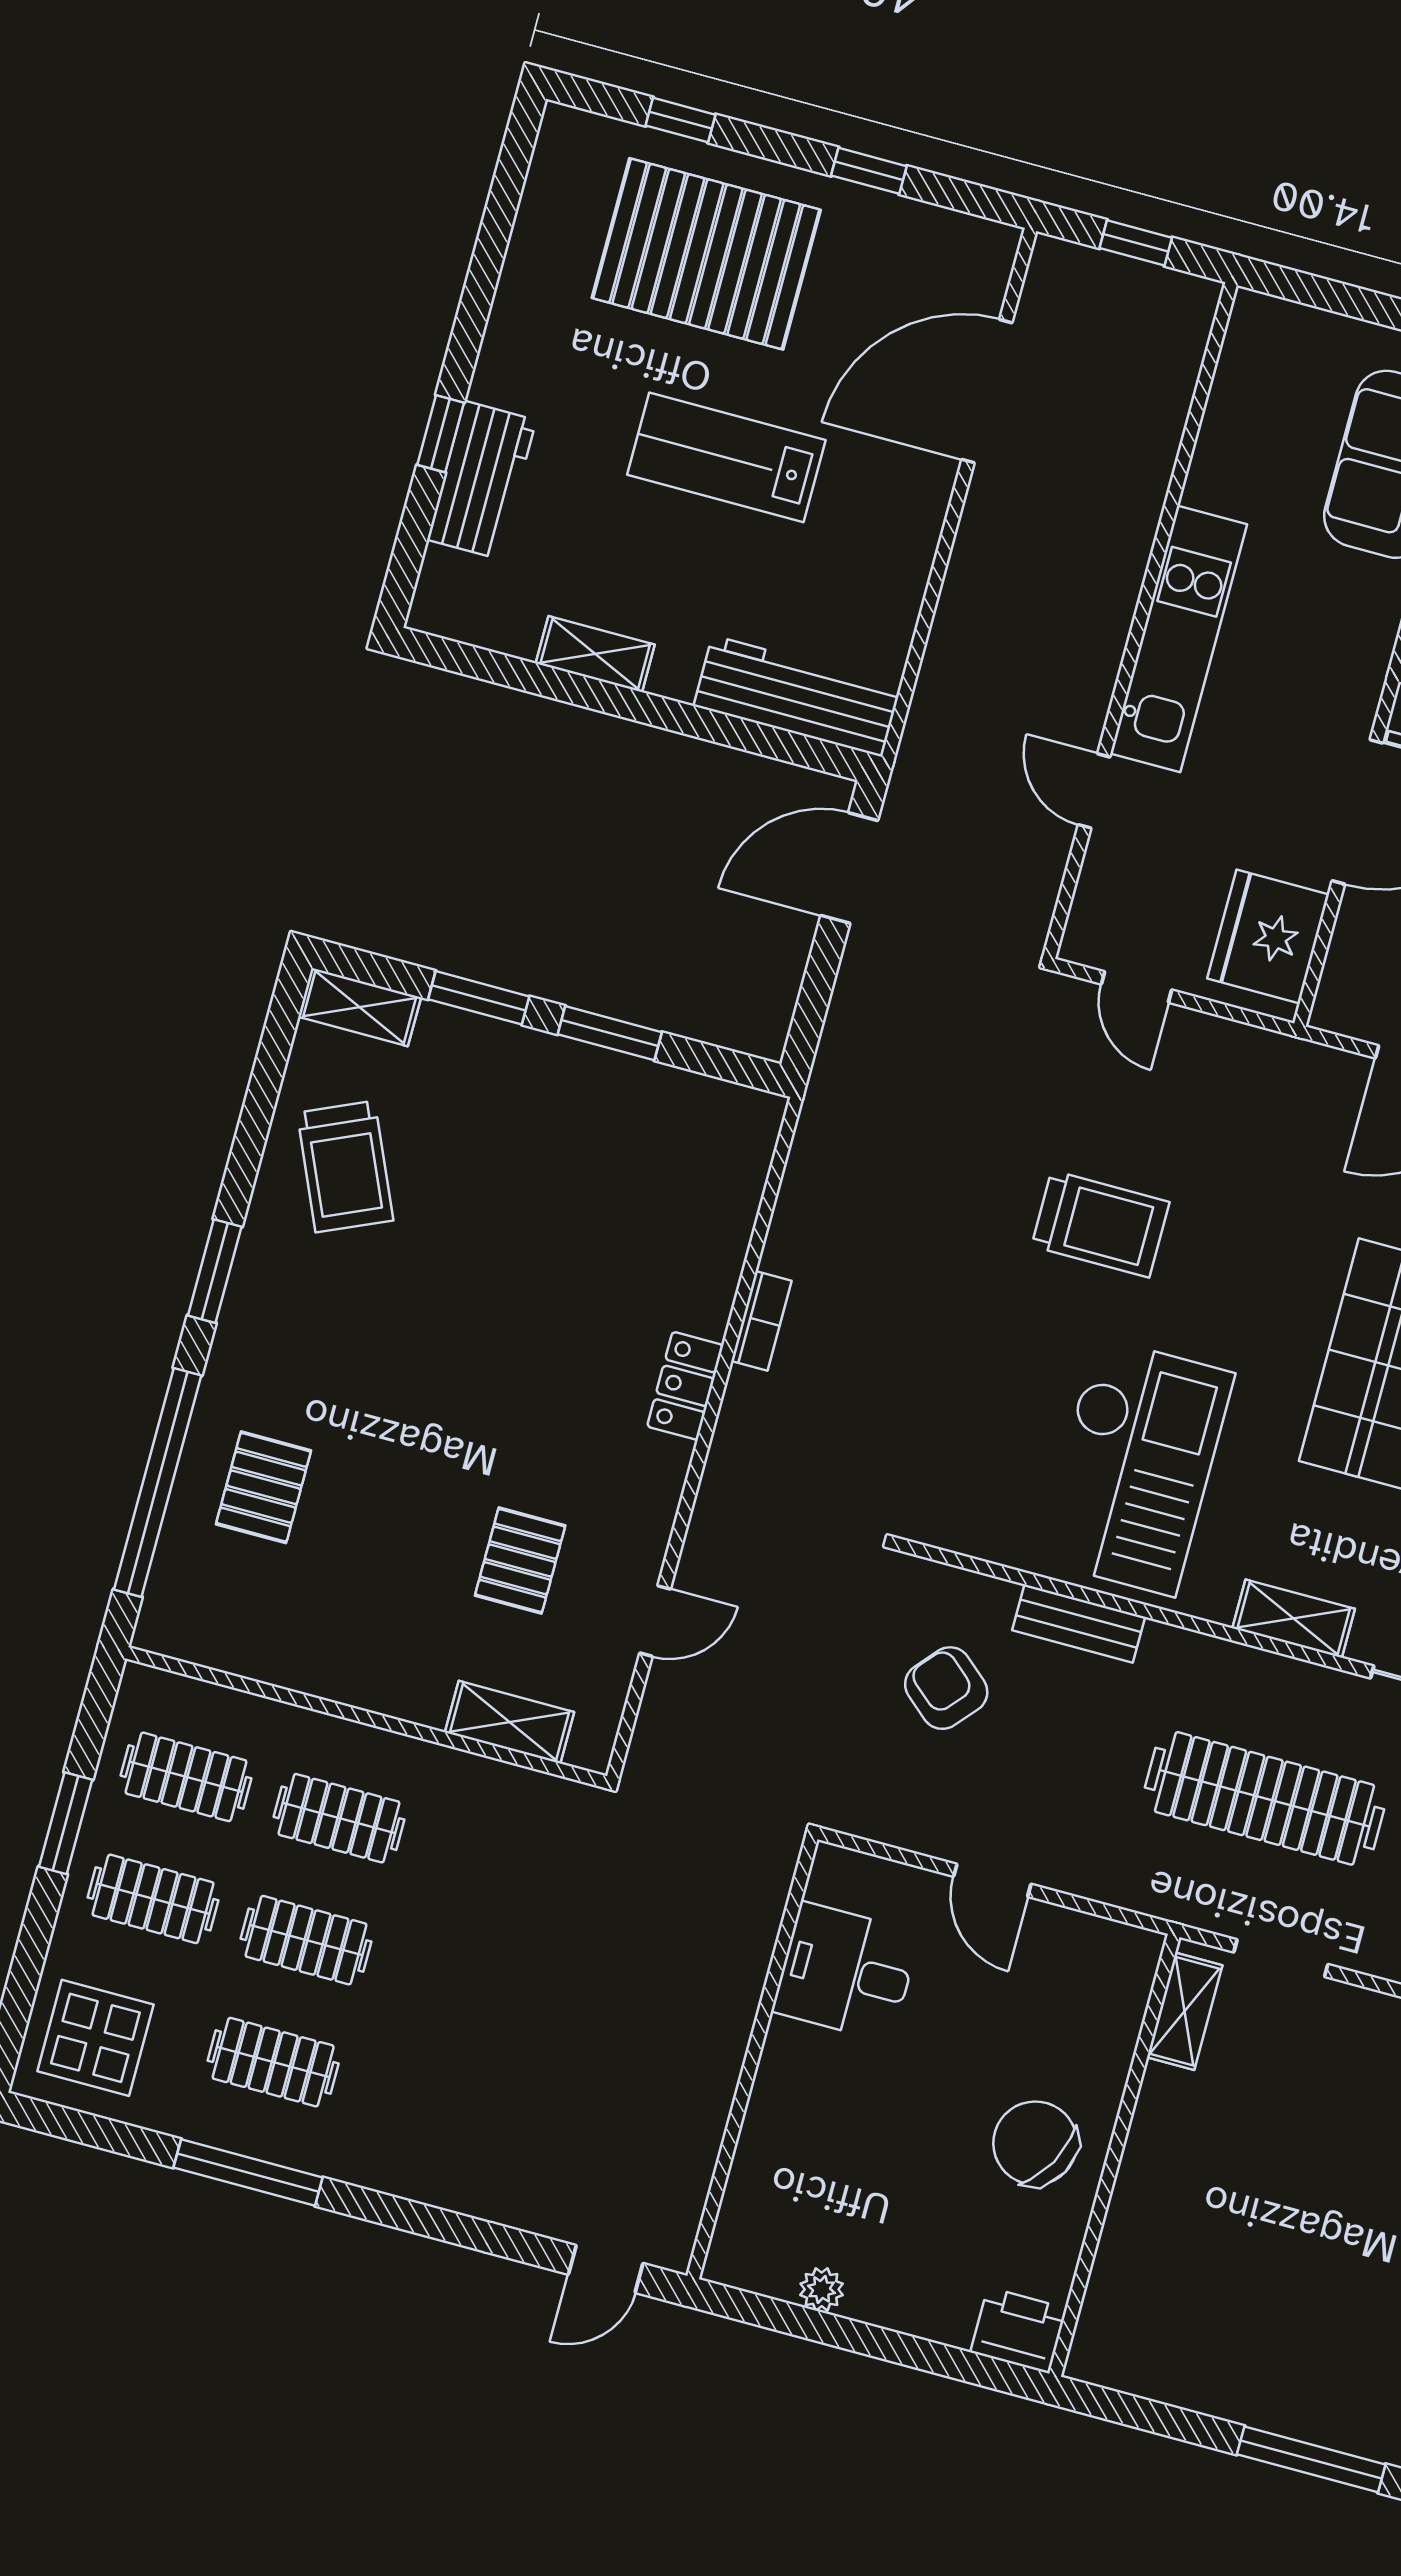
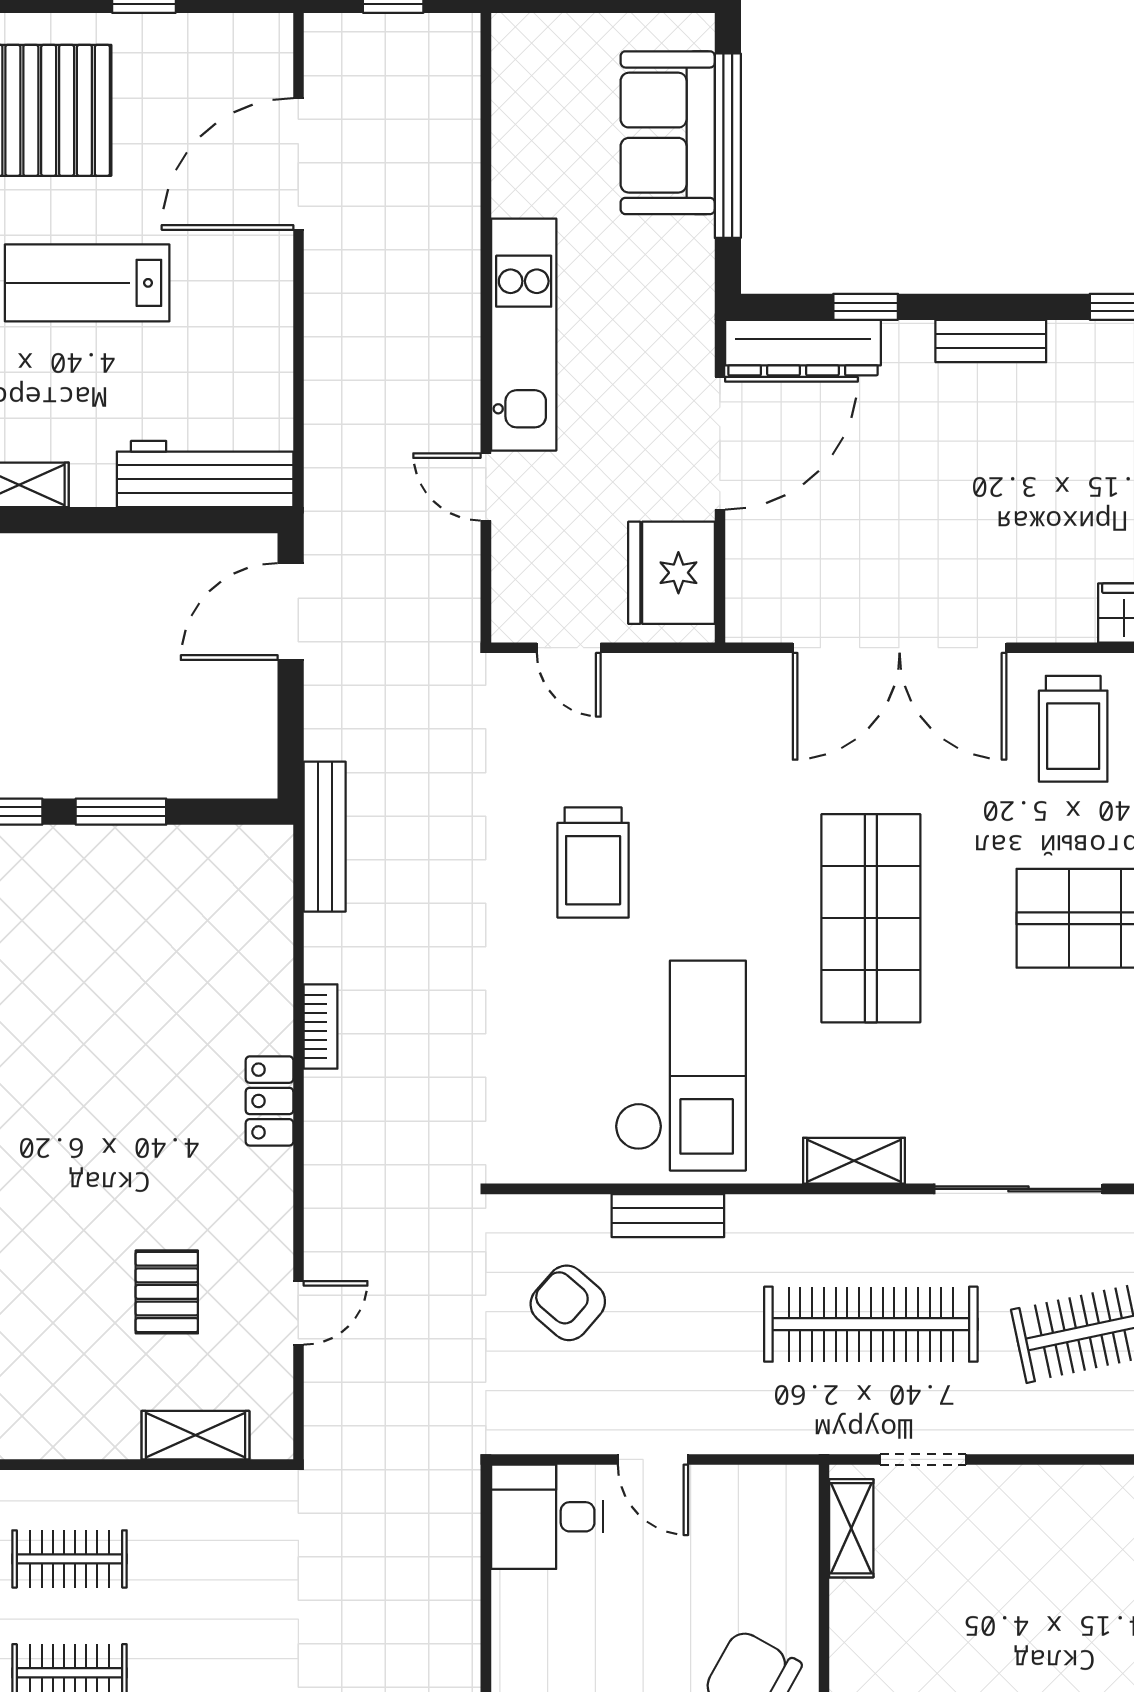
bench: (821, 1119) -> (325, 837), added
trolley: (1100, 1224) -> (593, 863), turned 90
desk: (846, 1972) -> (547, 1517), moved

